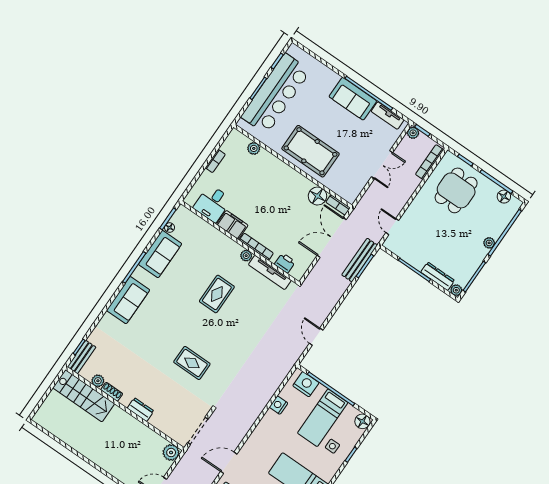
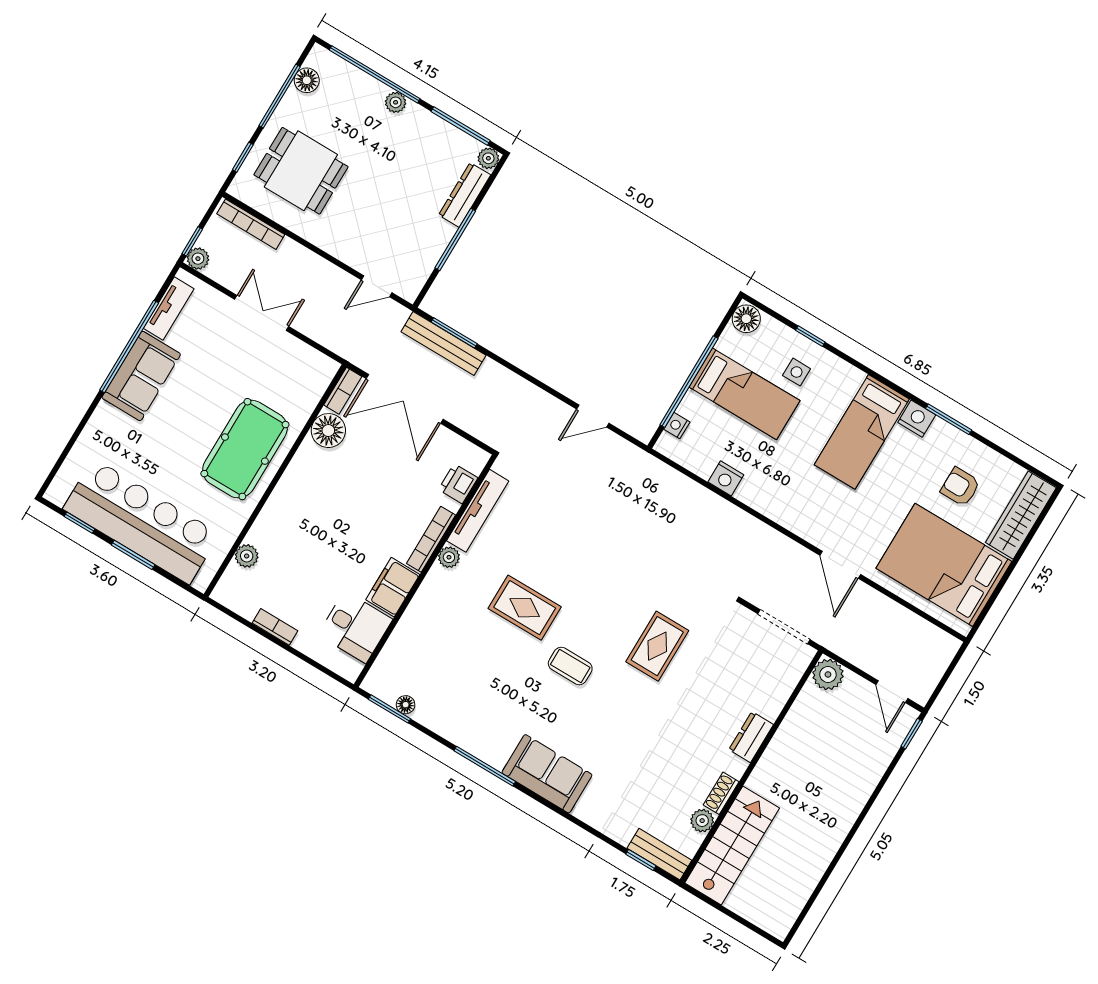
sofa: (160, 254) -> (456, 719), removed
coffee table: (184, 316) -> (570, 666), added
nightstand: (306, 384) -> (677, 426), width x0.53, depth x0.56

